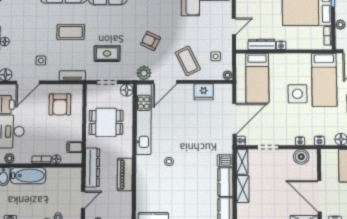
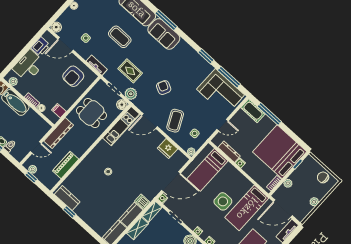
plant: (144, 73) -> (131, 94), moved
kitchen unit: (144, 119) -> (121, 126), width x0.73
piano: (125, 174) -> (66, 165), moved

